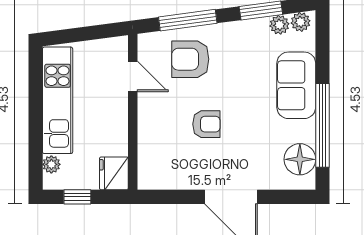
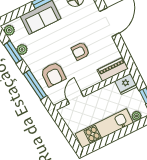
plant: (279, 25) -> (22, 49), moved
armchair: (206, 124) -> (80, 51), turned -90
piano: (149, 163) -> (113, 69), added

